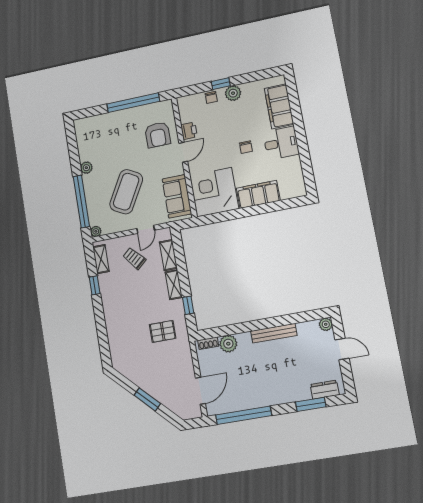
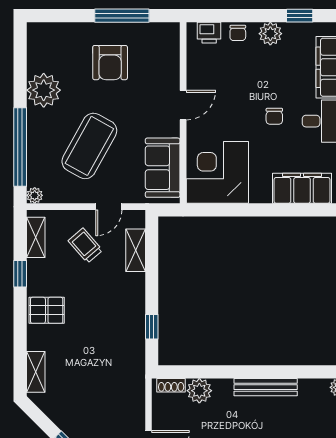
window: (221, 84) -> (300, 16), moved
window: (133, 103) -> (122, 16), width x0.68
printer: (189, 131) -> (209, 33), moved, turned 90
armchair: (158, 135) -> (110, 63), moved
plant: (86, 168) -> (44, 90), width x1.88, depth x1.88
filing cabinet: (258, 194) -> (302, 188), moved
shelving: (174, 285) -> (36, 372), moved
pallet: (163, 331) -> (47, 310), moved

